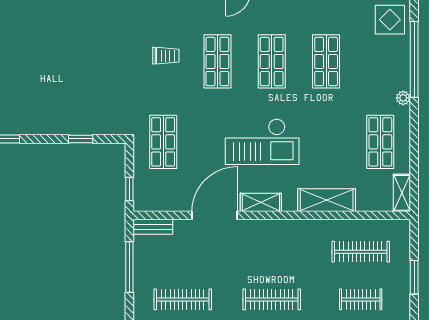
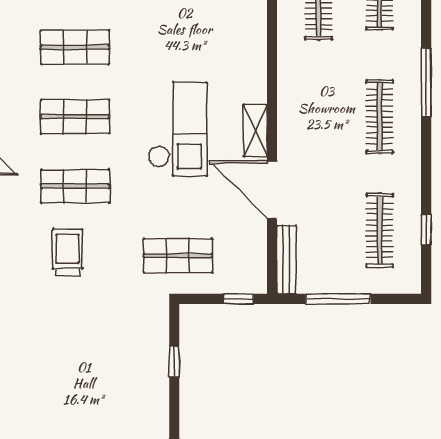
trolley: (166, 56) -> (68, 252), width x1.36, depth x1.39
shelving: (327, 200) -> (252, 46), removed
bench: (153, 227) -> (287, 260), width x1.36

